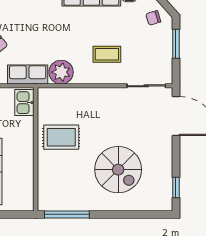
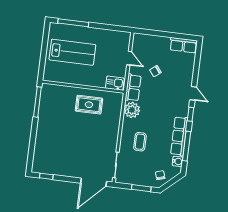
rug: (61, 137) -> (89, 105), turned 90
spiral stairs: (118, 170) -> (63, 140), removed

